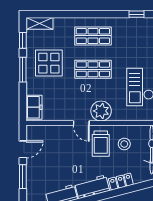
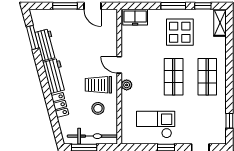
plant: (101, 111) -> (127, 85), width x0.53, depth x0.53
door: (81, 123) -> (119, 65), hinge flipped

